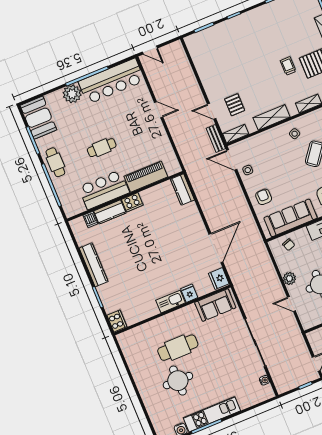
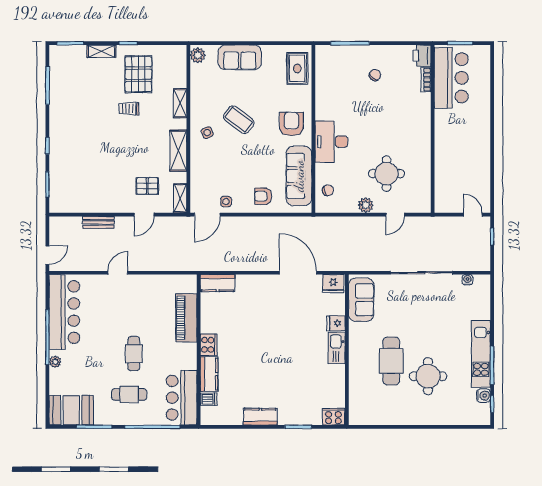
plant: (72, 94) -> (55, 362), width x0.53, depth x0.53
bench: (216, 138) -> (98, 222), moved
cafe table: (55, 162) -> (129, 394), moved
bar counter: (104, 190) -> (182, 398), moved
kitchen counter: (94, 265) -> (260, 417), width x0.67

